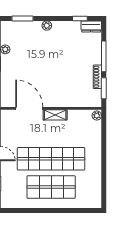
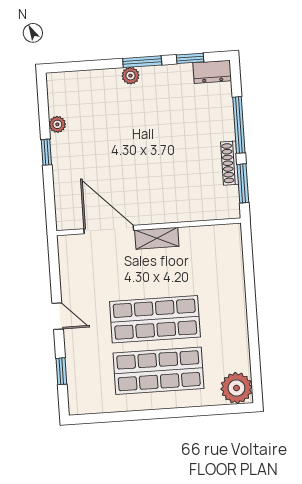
window: (22, 18) -> (142, 62), moved
plant: (97, 116) -> (236, 388), moved, width x1.88, depth x1.88
shop shelf: (51, 159) -> (155, 319), width x0.71

